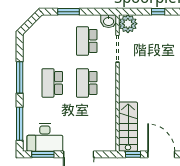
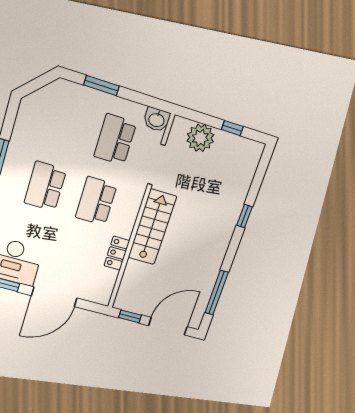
plant: (128, 24) -> (200, 138), moved
locker: (111, 113) -> (117, 253), added
stairs: (128, 127) -> (152, 227), moved
door: (161, 154) -> (168, 326), hinge flipped

